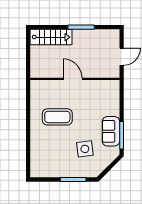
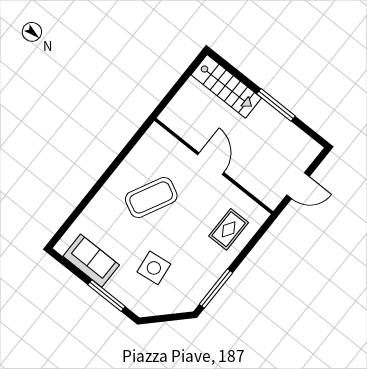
rug: (105, 103) -> (229, 229), added
coffee table: (57, 117) -> (151, 197), turned -63
sofa: (111, 131) -> (91, 261), moved, turned 90

